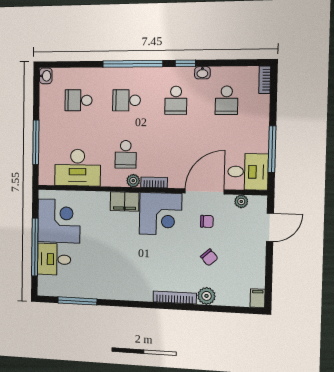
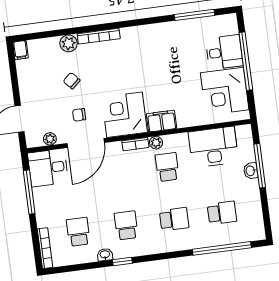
window: (133, 64) -> (222, 248), moved
washbasin: (46, 76) -> (251, 171), moved
bookcase: (265, 80) -> (45, 248), width x1.56

